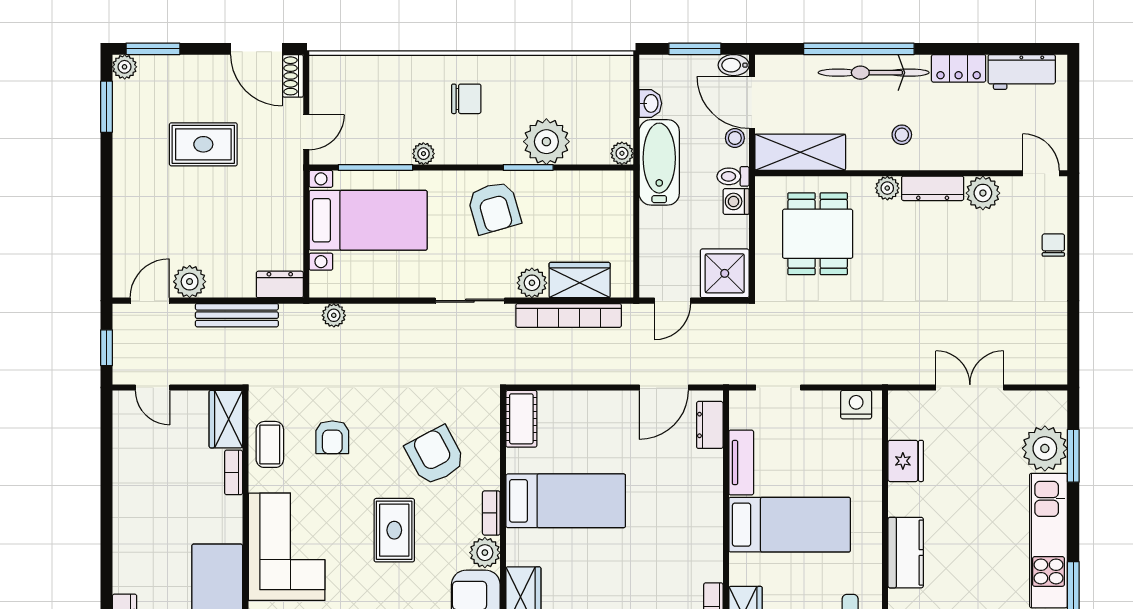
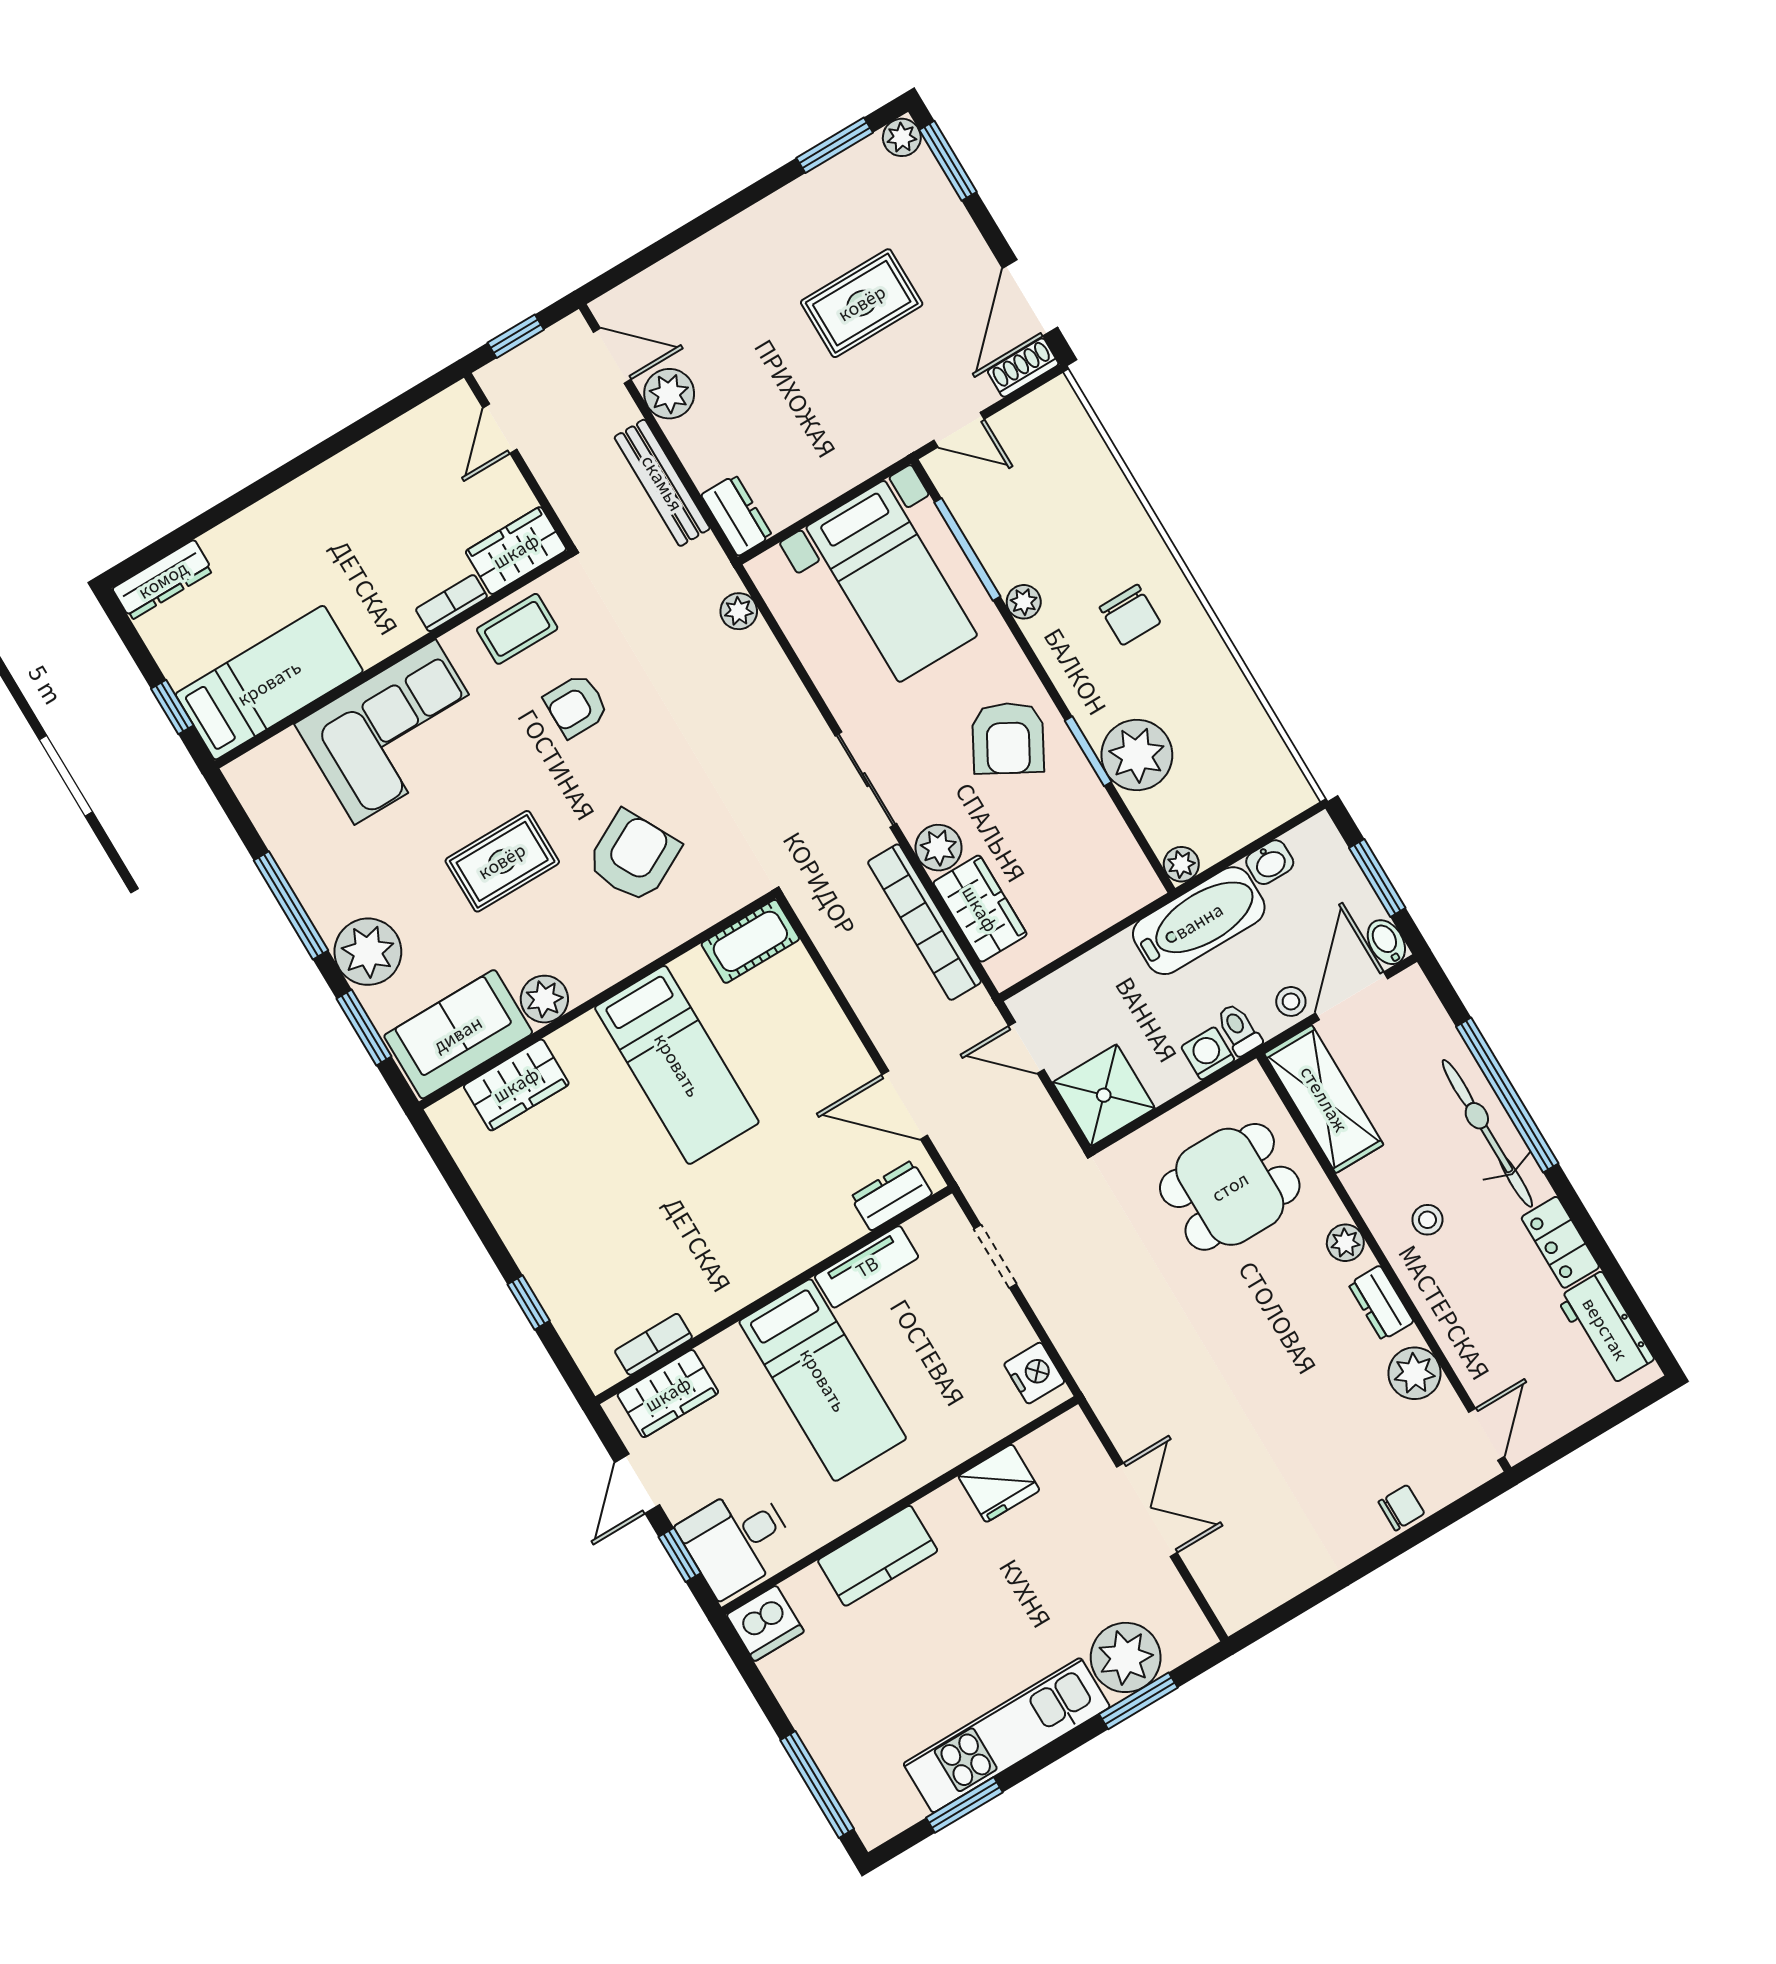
rug: (203, 144) -> (862, 303), turned 90
dresser: (933, 188) -> (1381, 1303), width x0.70
armchair: (494, 208) -> (1008, 738), turned -45
bookcase: (491, 513) -> (602, 976), removed

